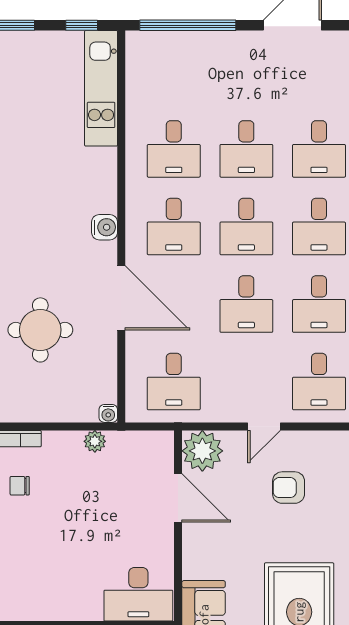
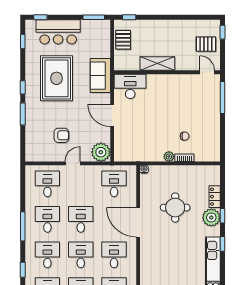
water cooler: (105, 227) -> (146, 255), removed
plant: (95, 441) -> (169, 157), moved
door: (178, 498) -> (112, 116), moved

